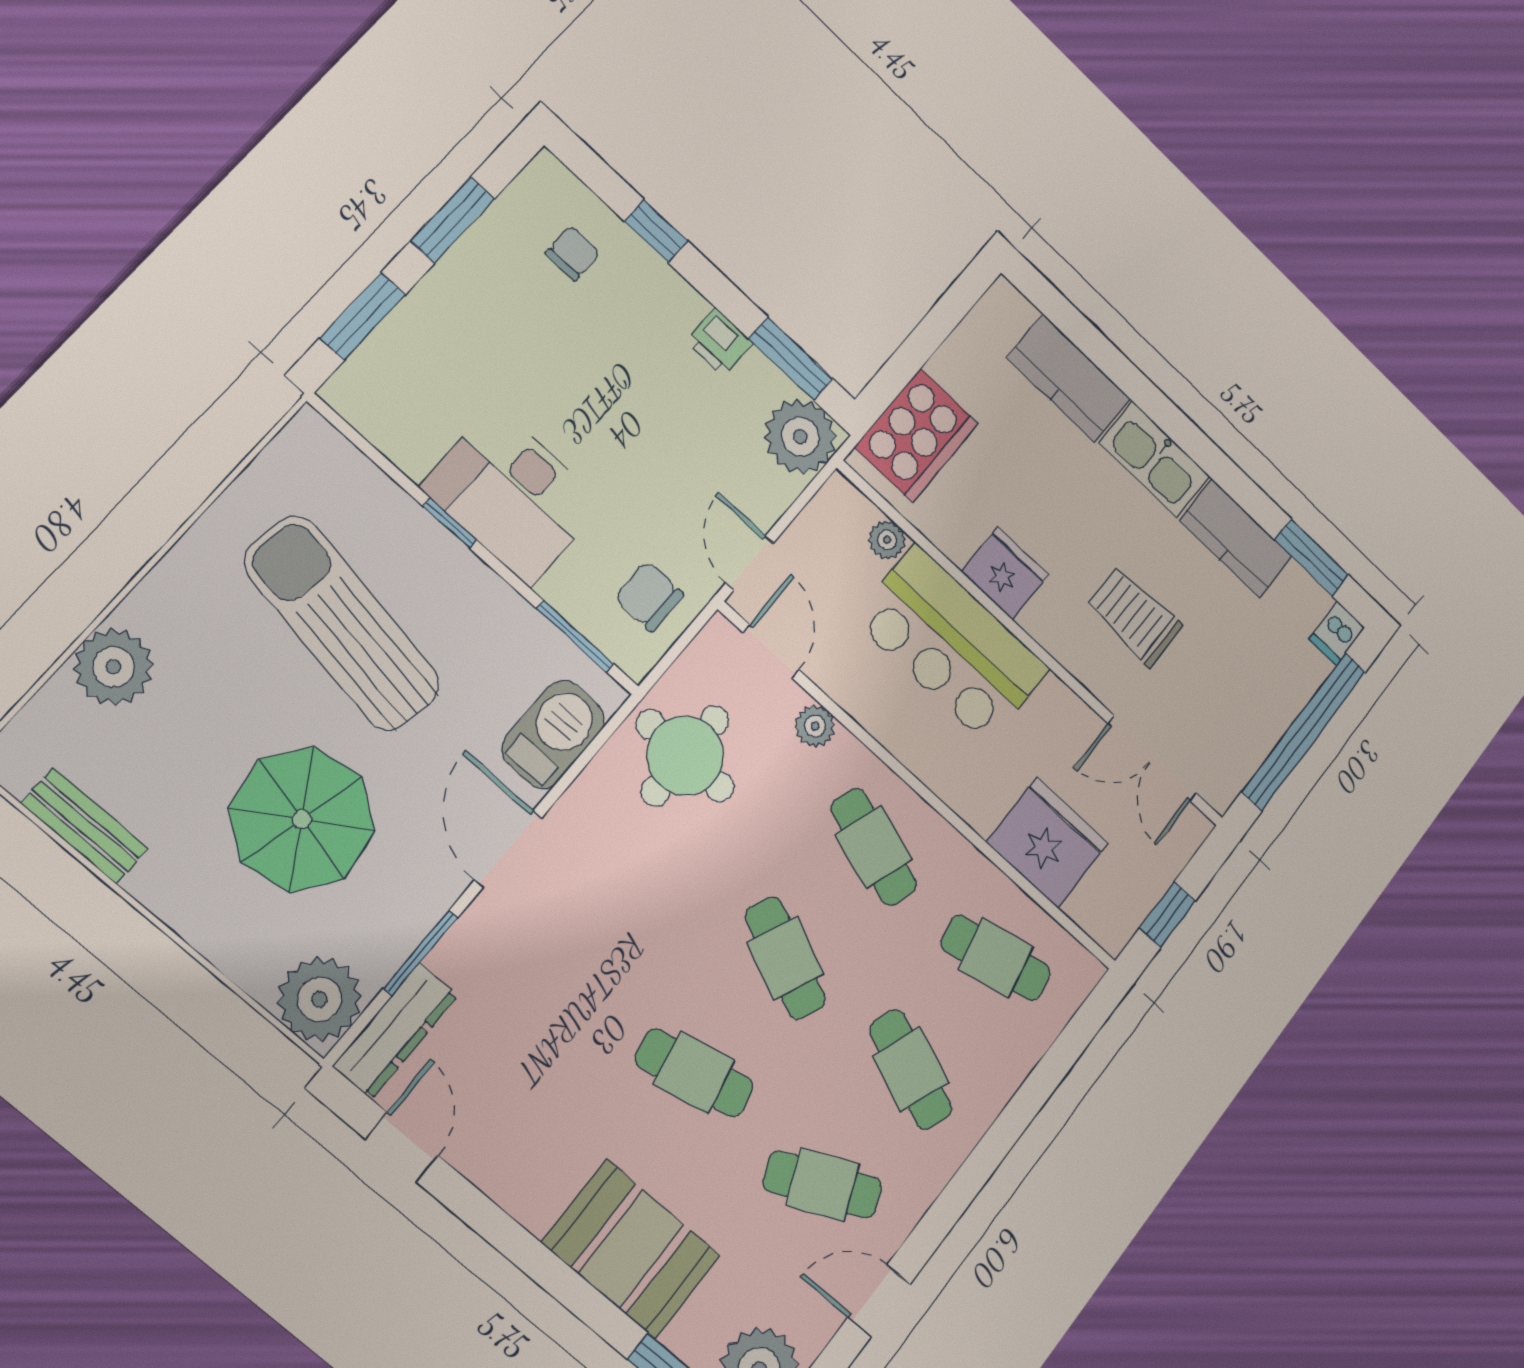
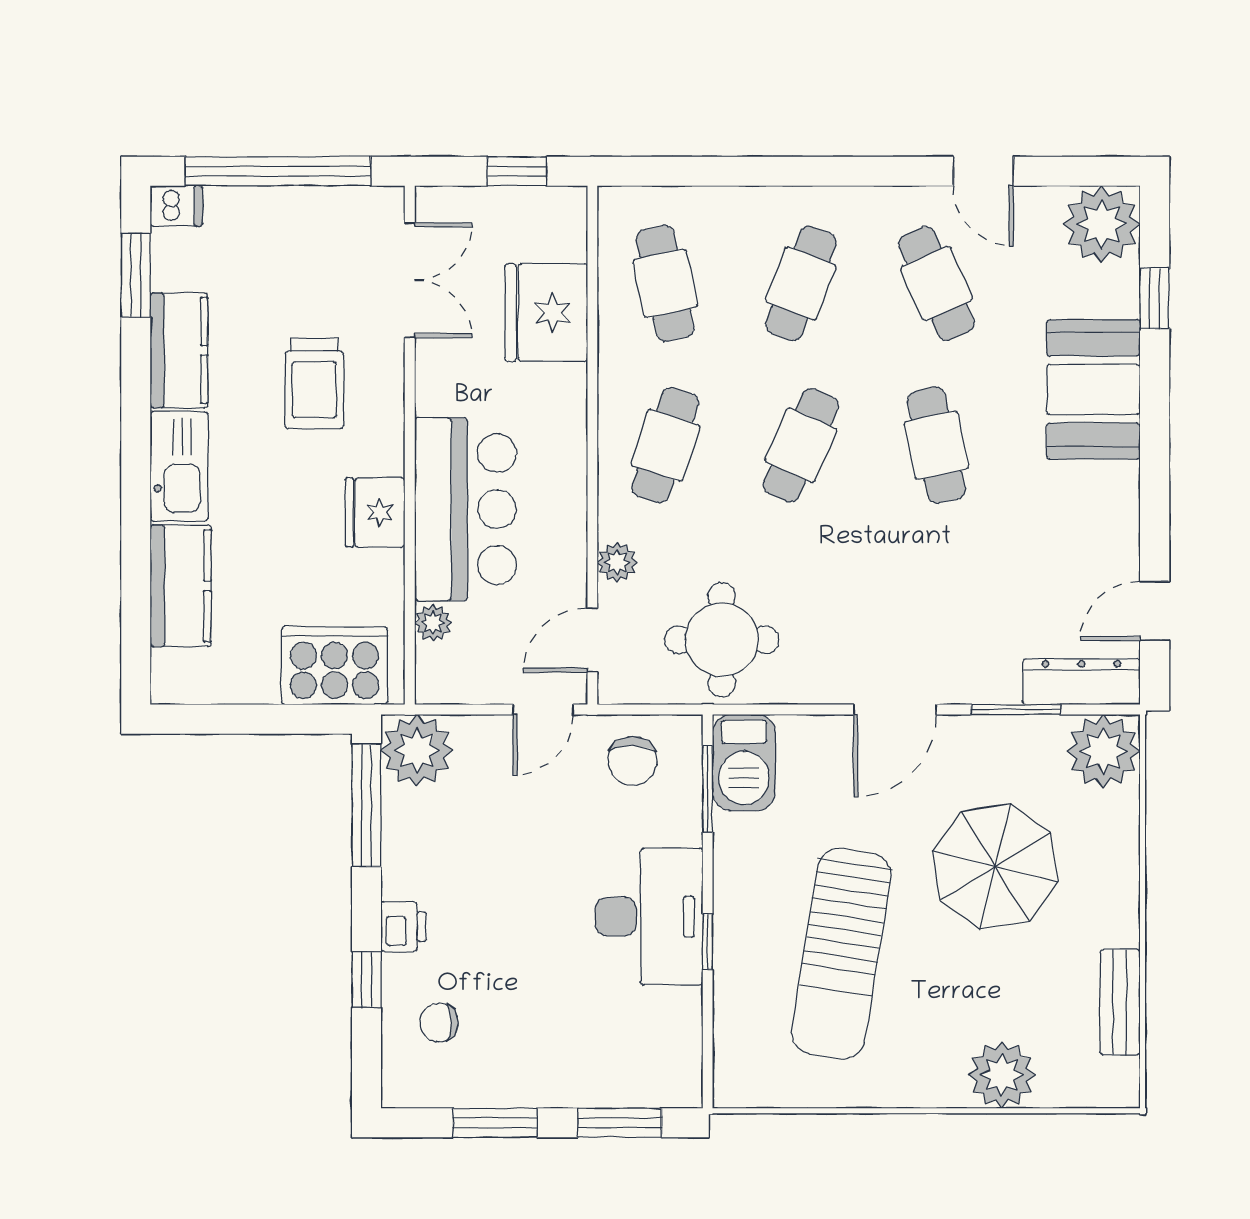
printer: (720, 342) -> (404, 927), moved
window: (791, 359) -> (366, 805), width x1.44
barbecue: (553, 734) -> (744, 762), moved, turned -90

